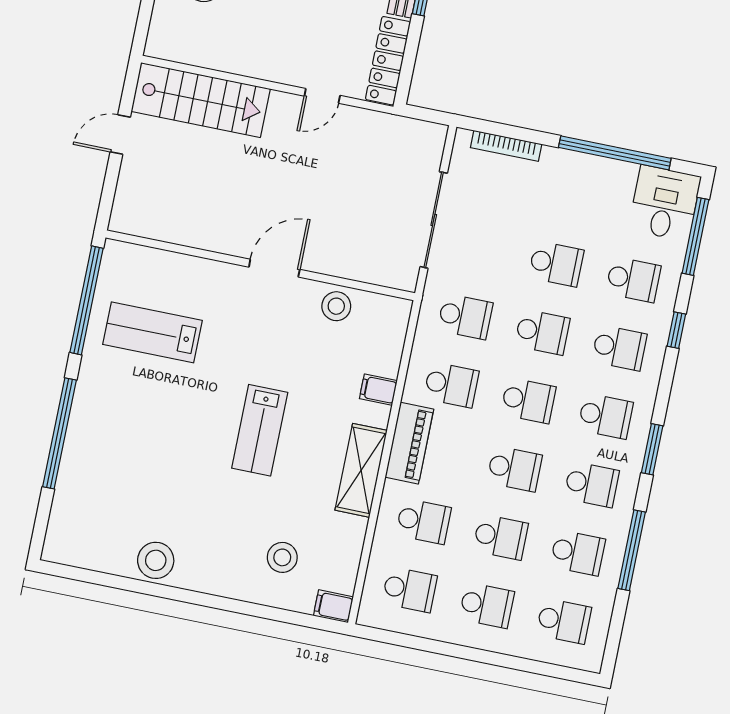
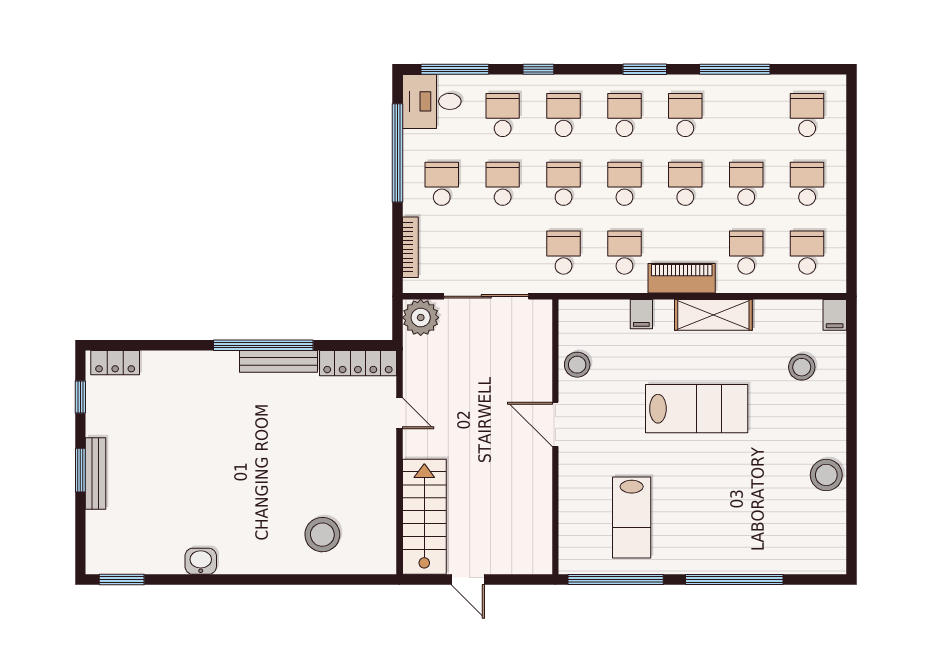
plant: (425, 141) -> (421, 318), added
lab bench: (260, 430) -> (697, 409), width x1.36, depth x1.39
school desk: (578, 553) -> (442, 184), moved

